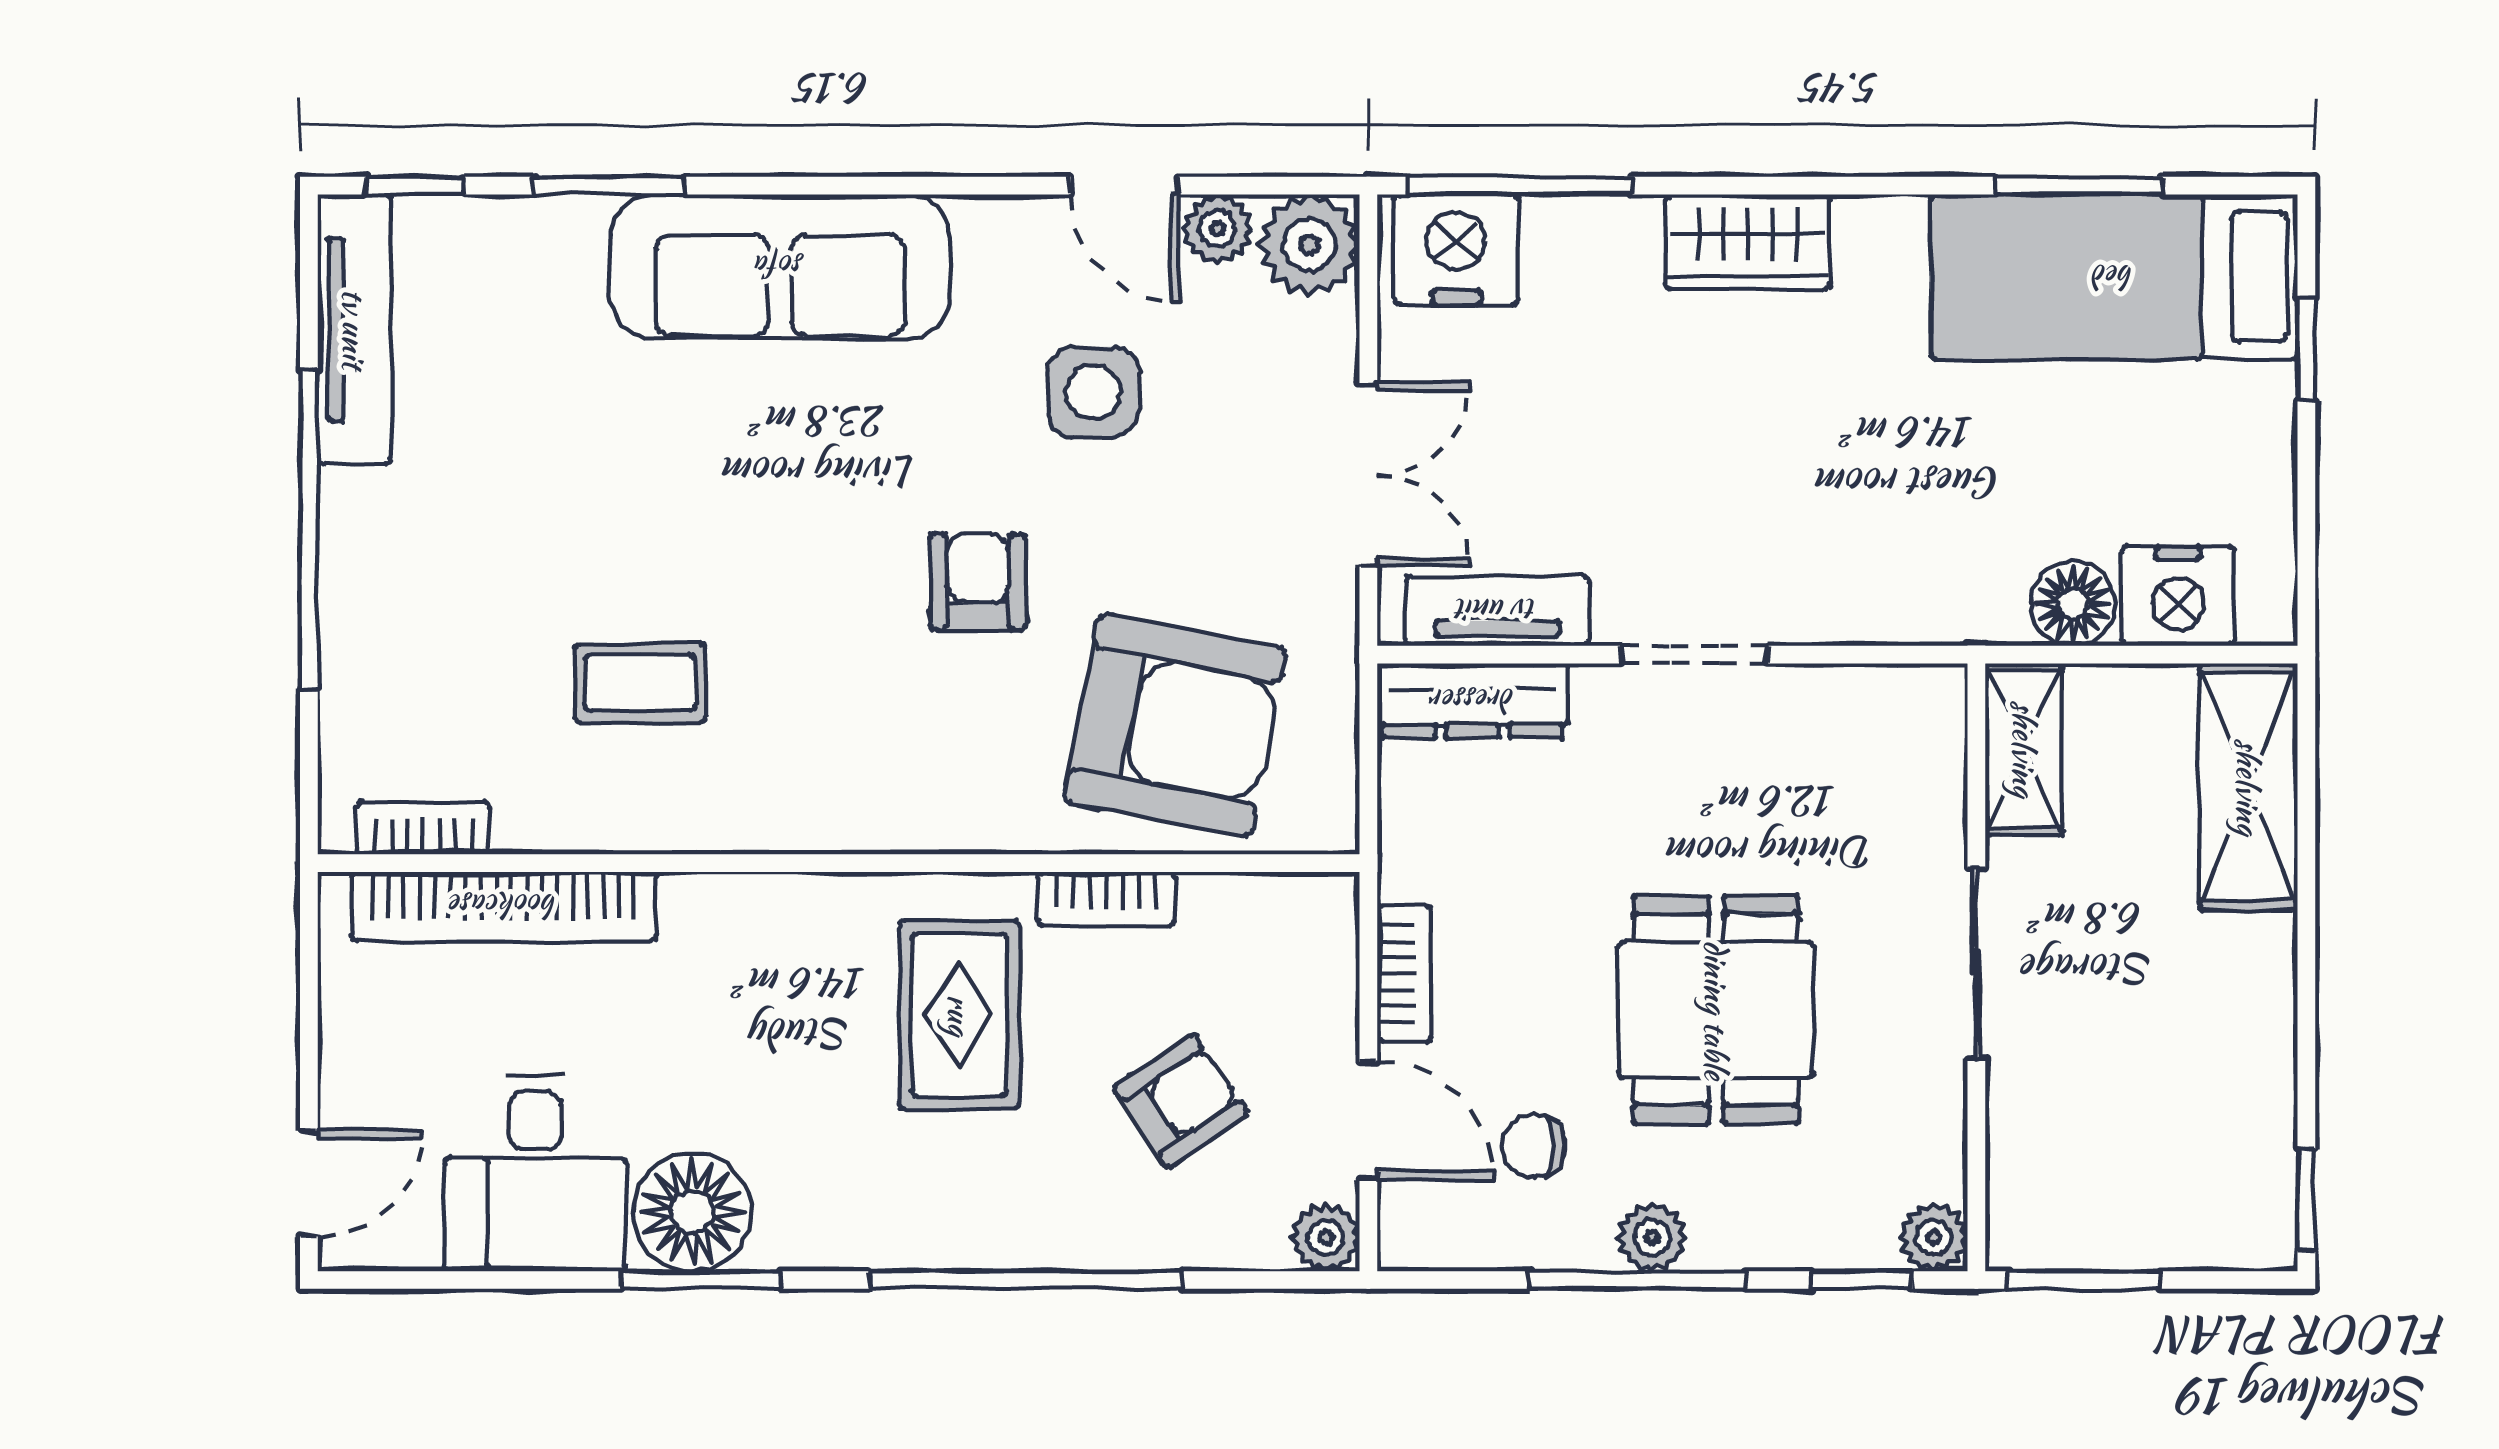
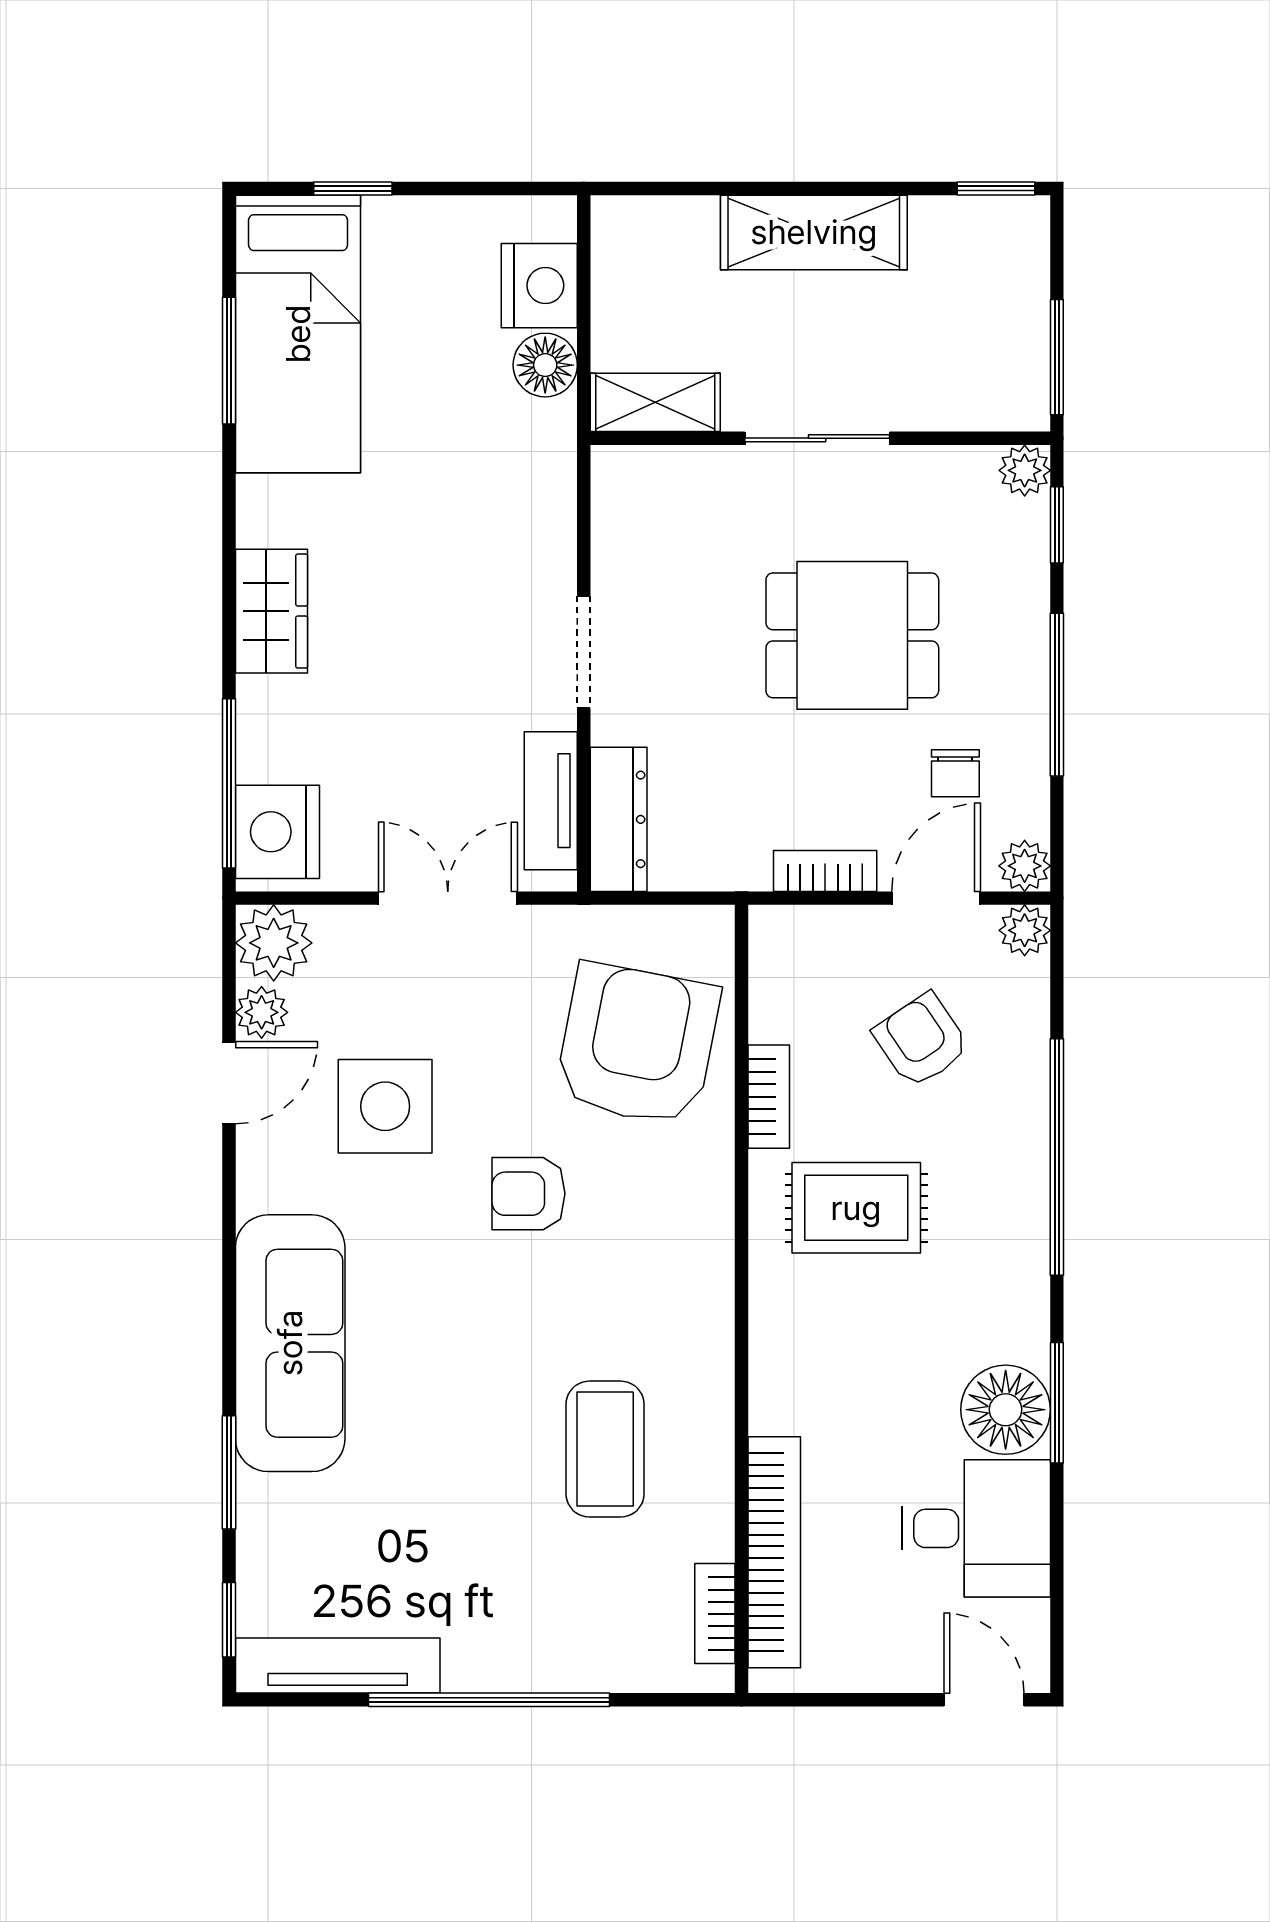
side table: (1093, 392) -> (385, 1106), width x1.37, depth x1.37
coffee table: (640, 683) -> (605, 1449), width x1.36, depth x1.30
shelving: (2248, 787) -> (814, 232), moved
plant: (1652, 1237) -> (1025, 866), moved

